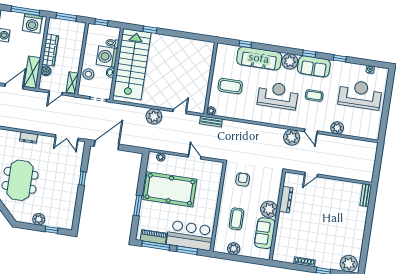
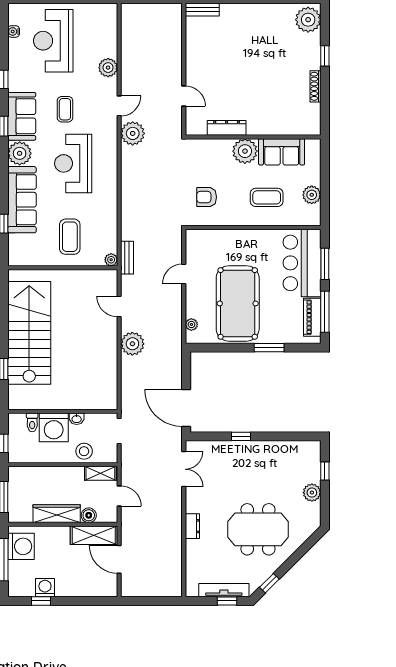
stairs: (132, 64) -> (29, 333), moved, turned 90

